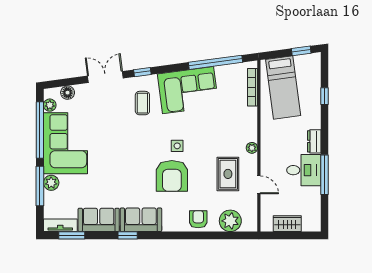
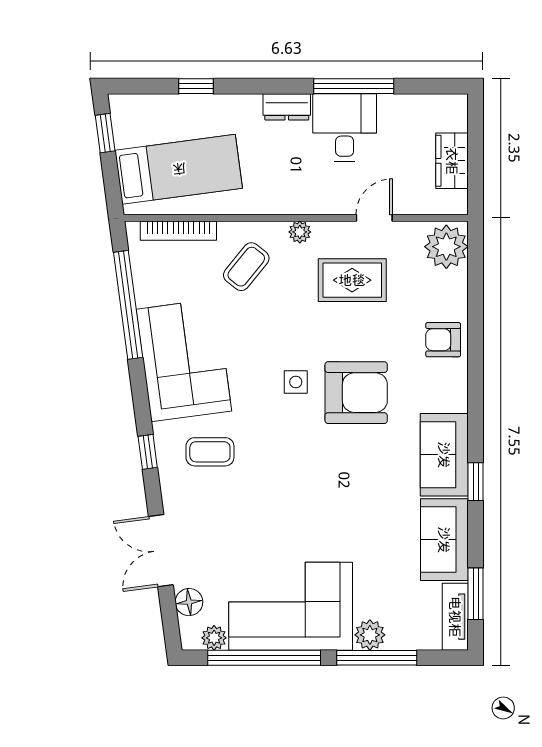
double door: (105, 77) -> (161, 551), moved
coffee table: (235, 121) -> (246, 267), added
plant: (230, 221) -> (446, 247), moved

